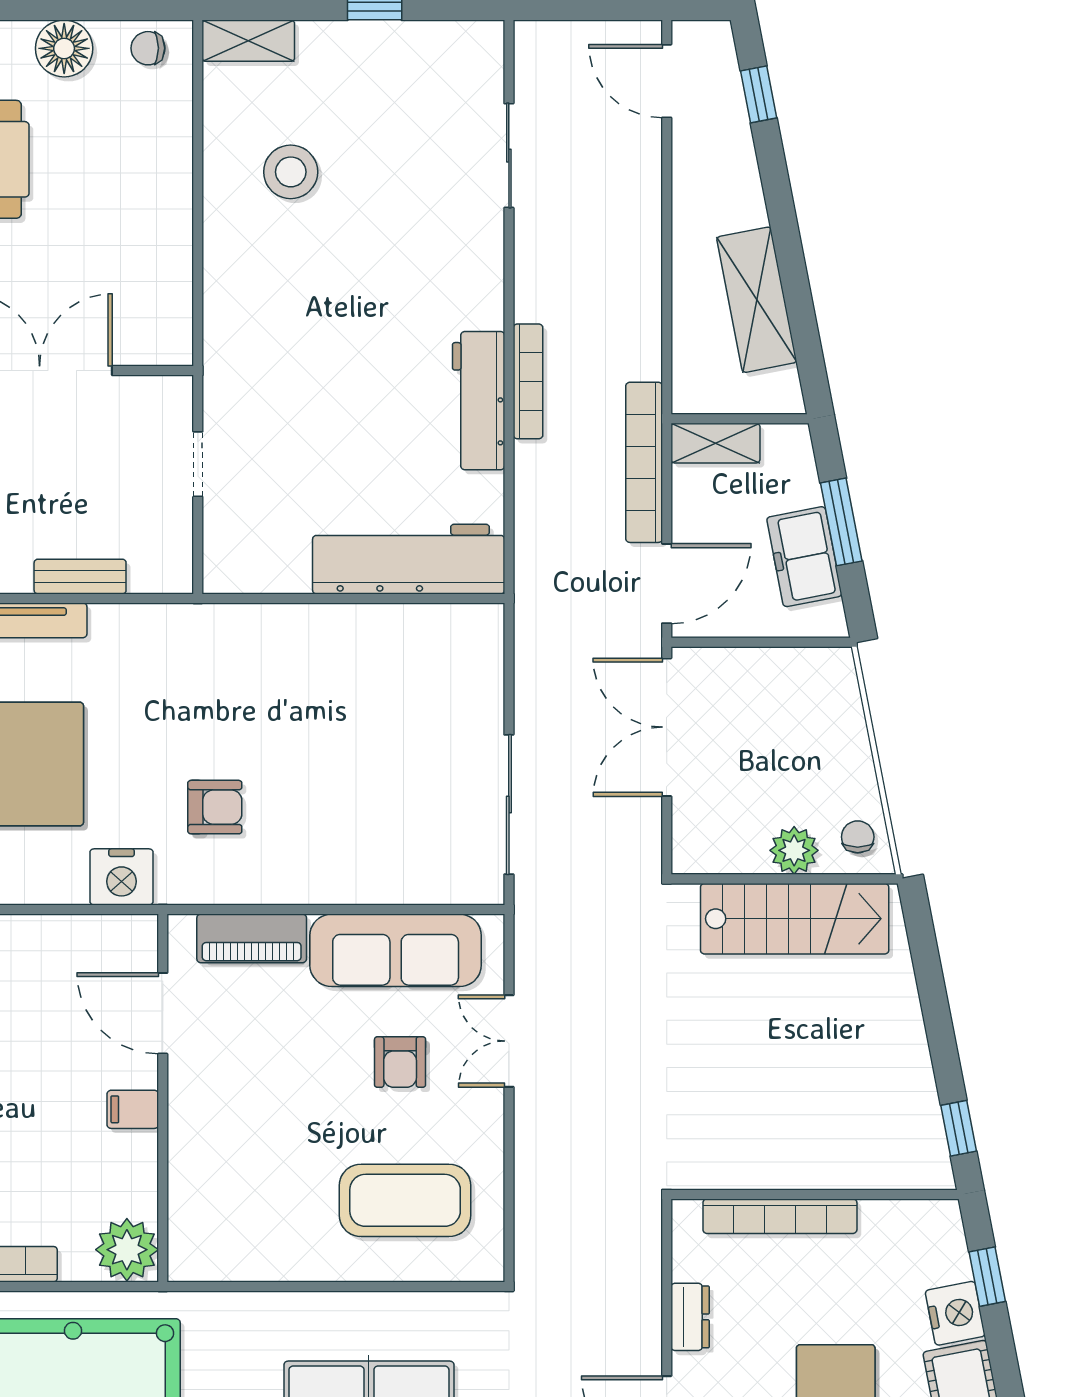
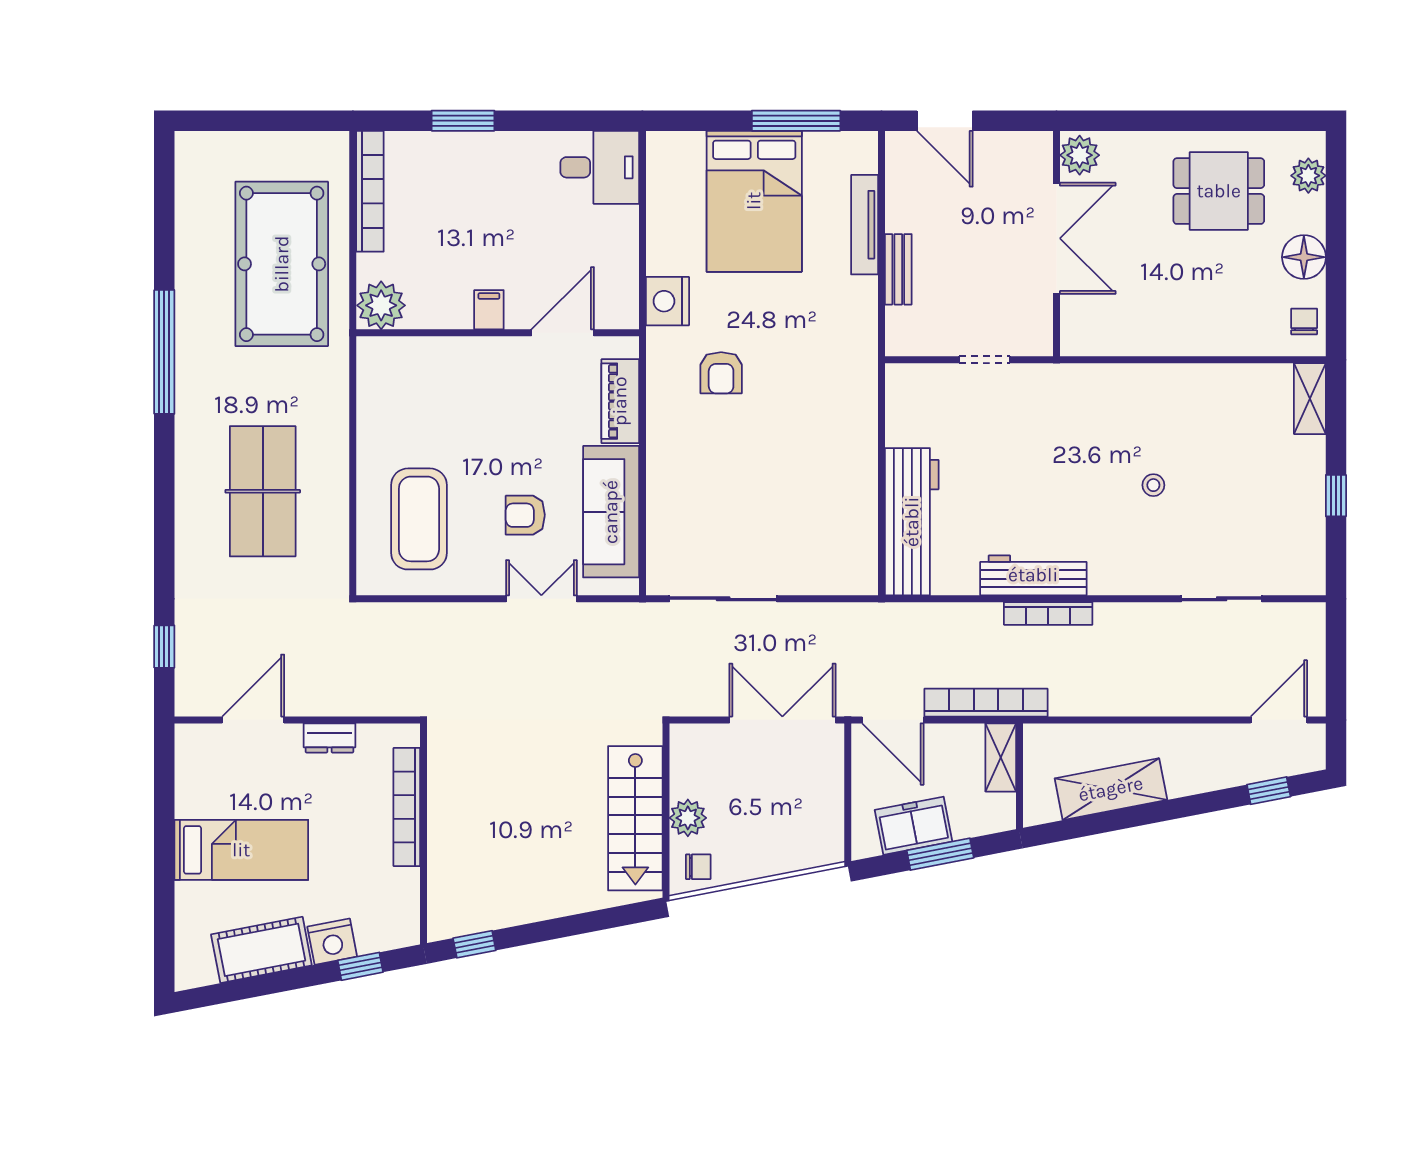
stool: (291, 172) -> (1153, 485), moved, width x0.53, depth x0.53

